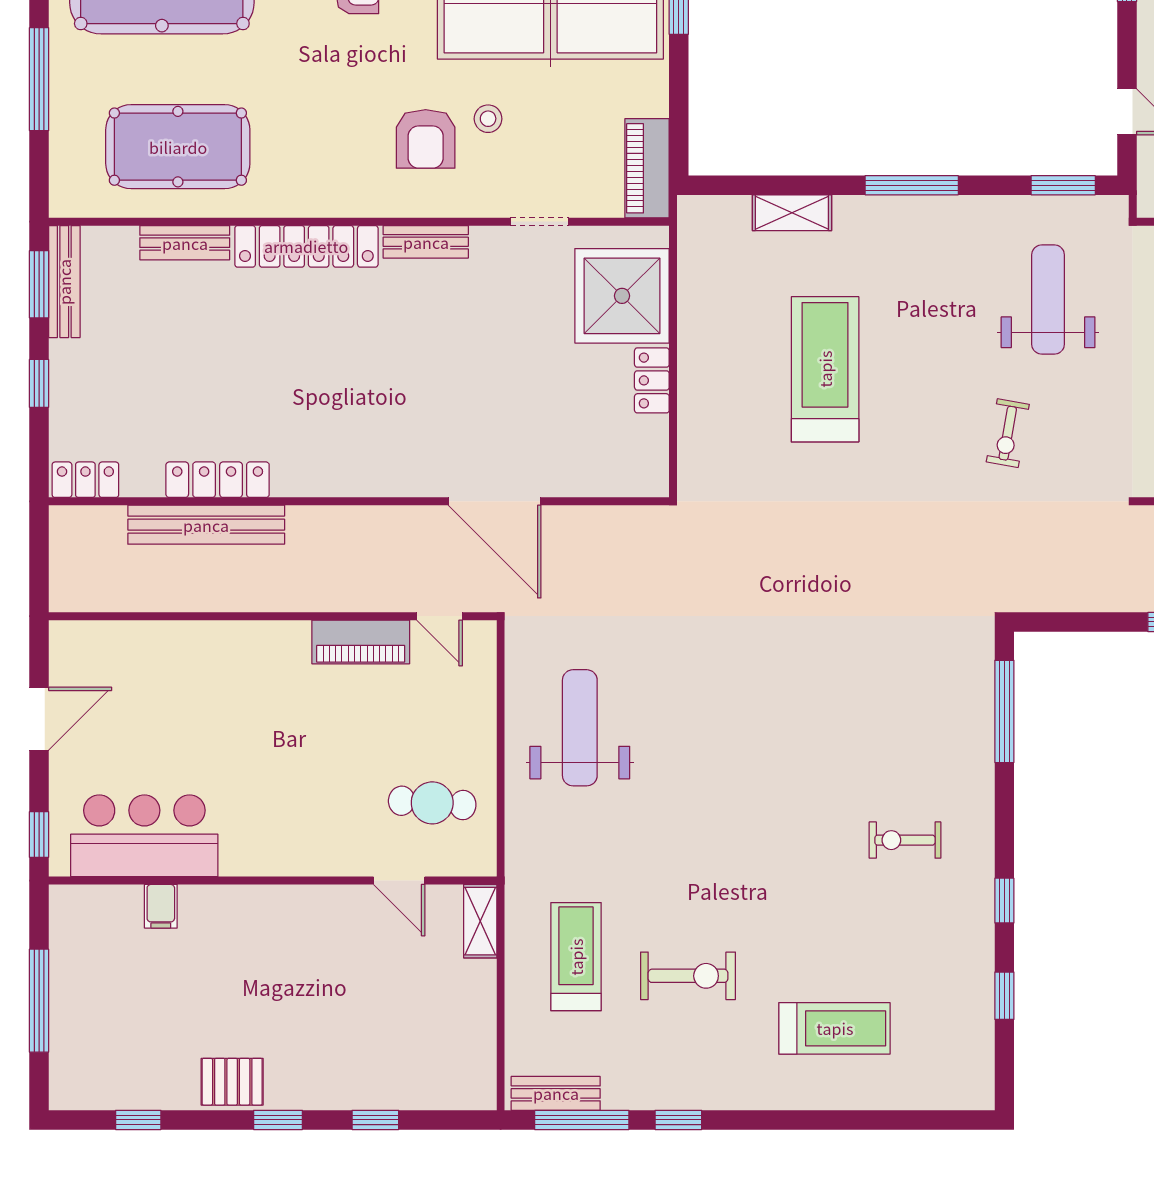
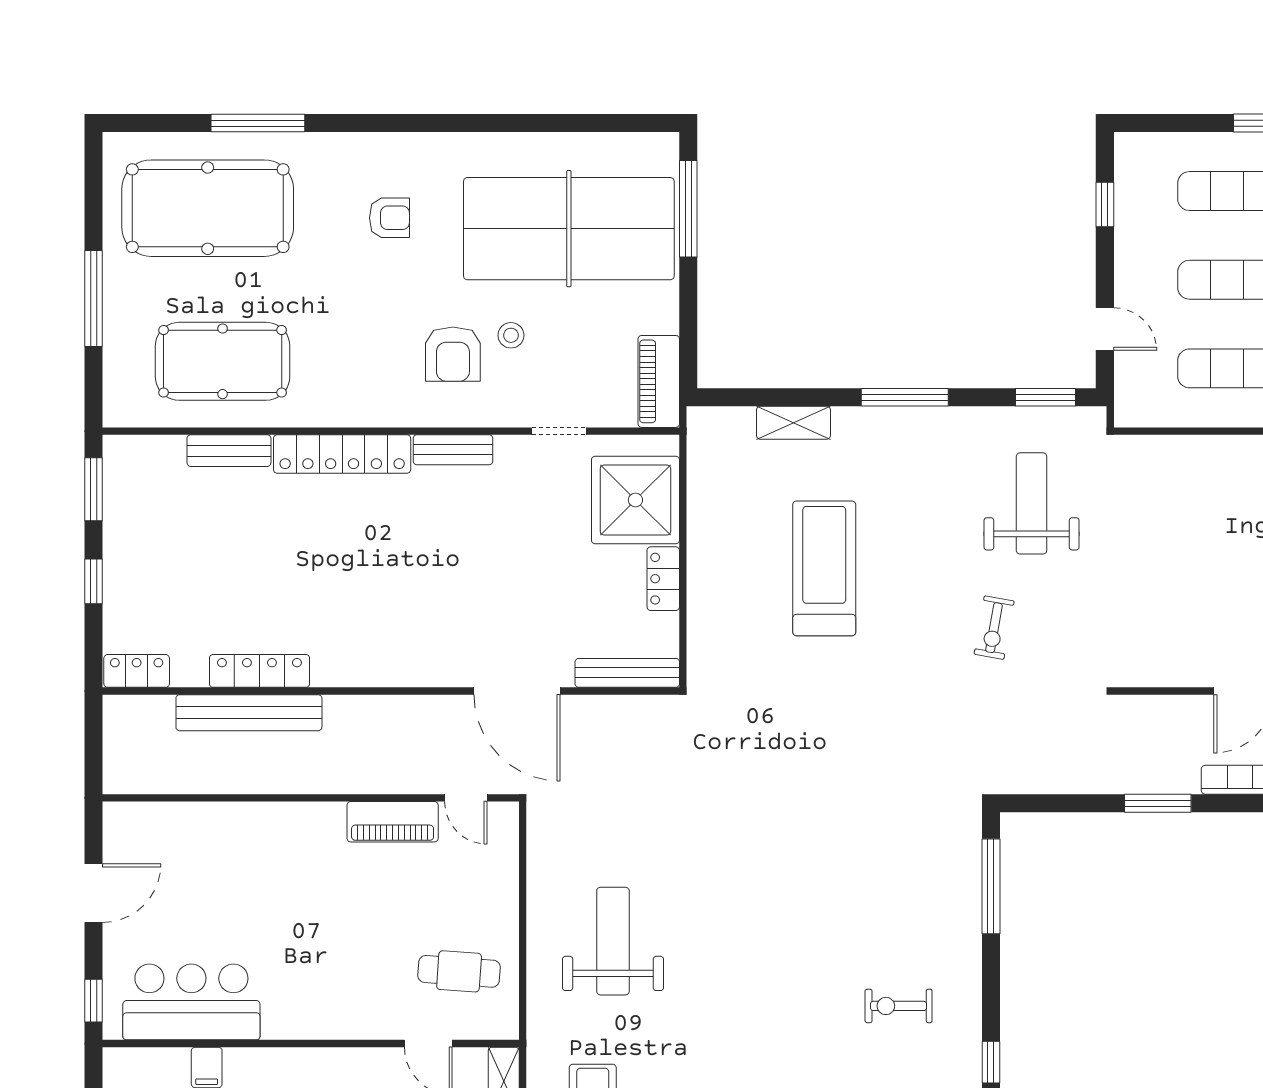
bench: (64, 282) -> (627, 673), moved, turned 90
weight bench: (580, 728) -> (613, 941), moved

